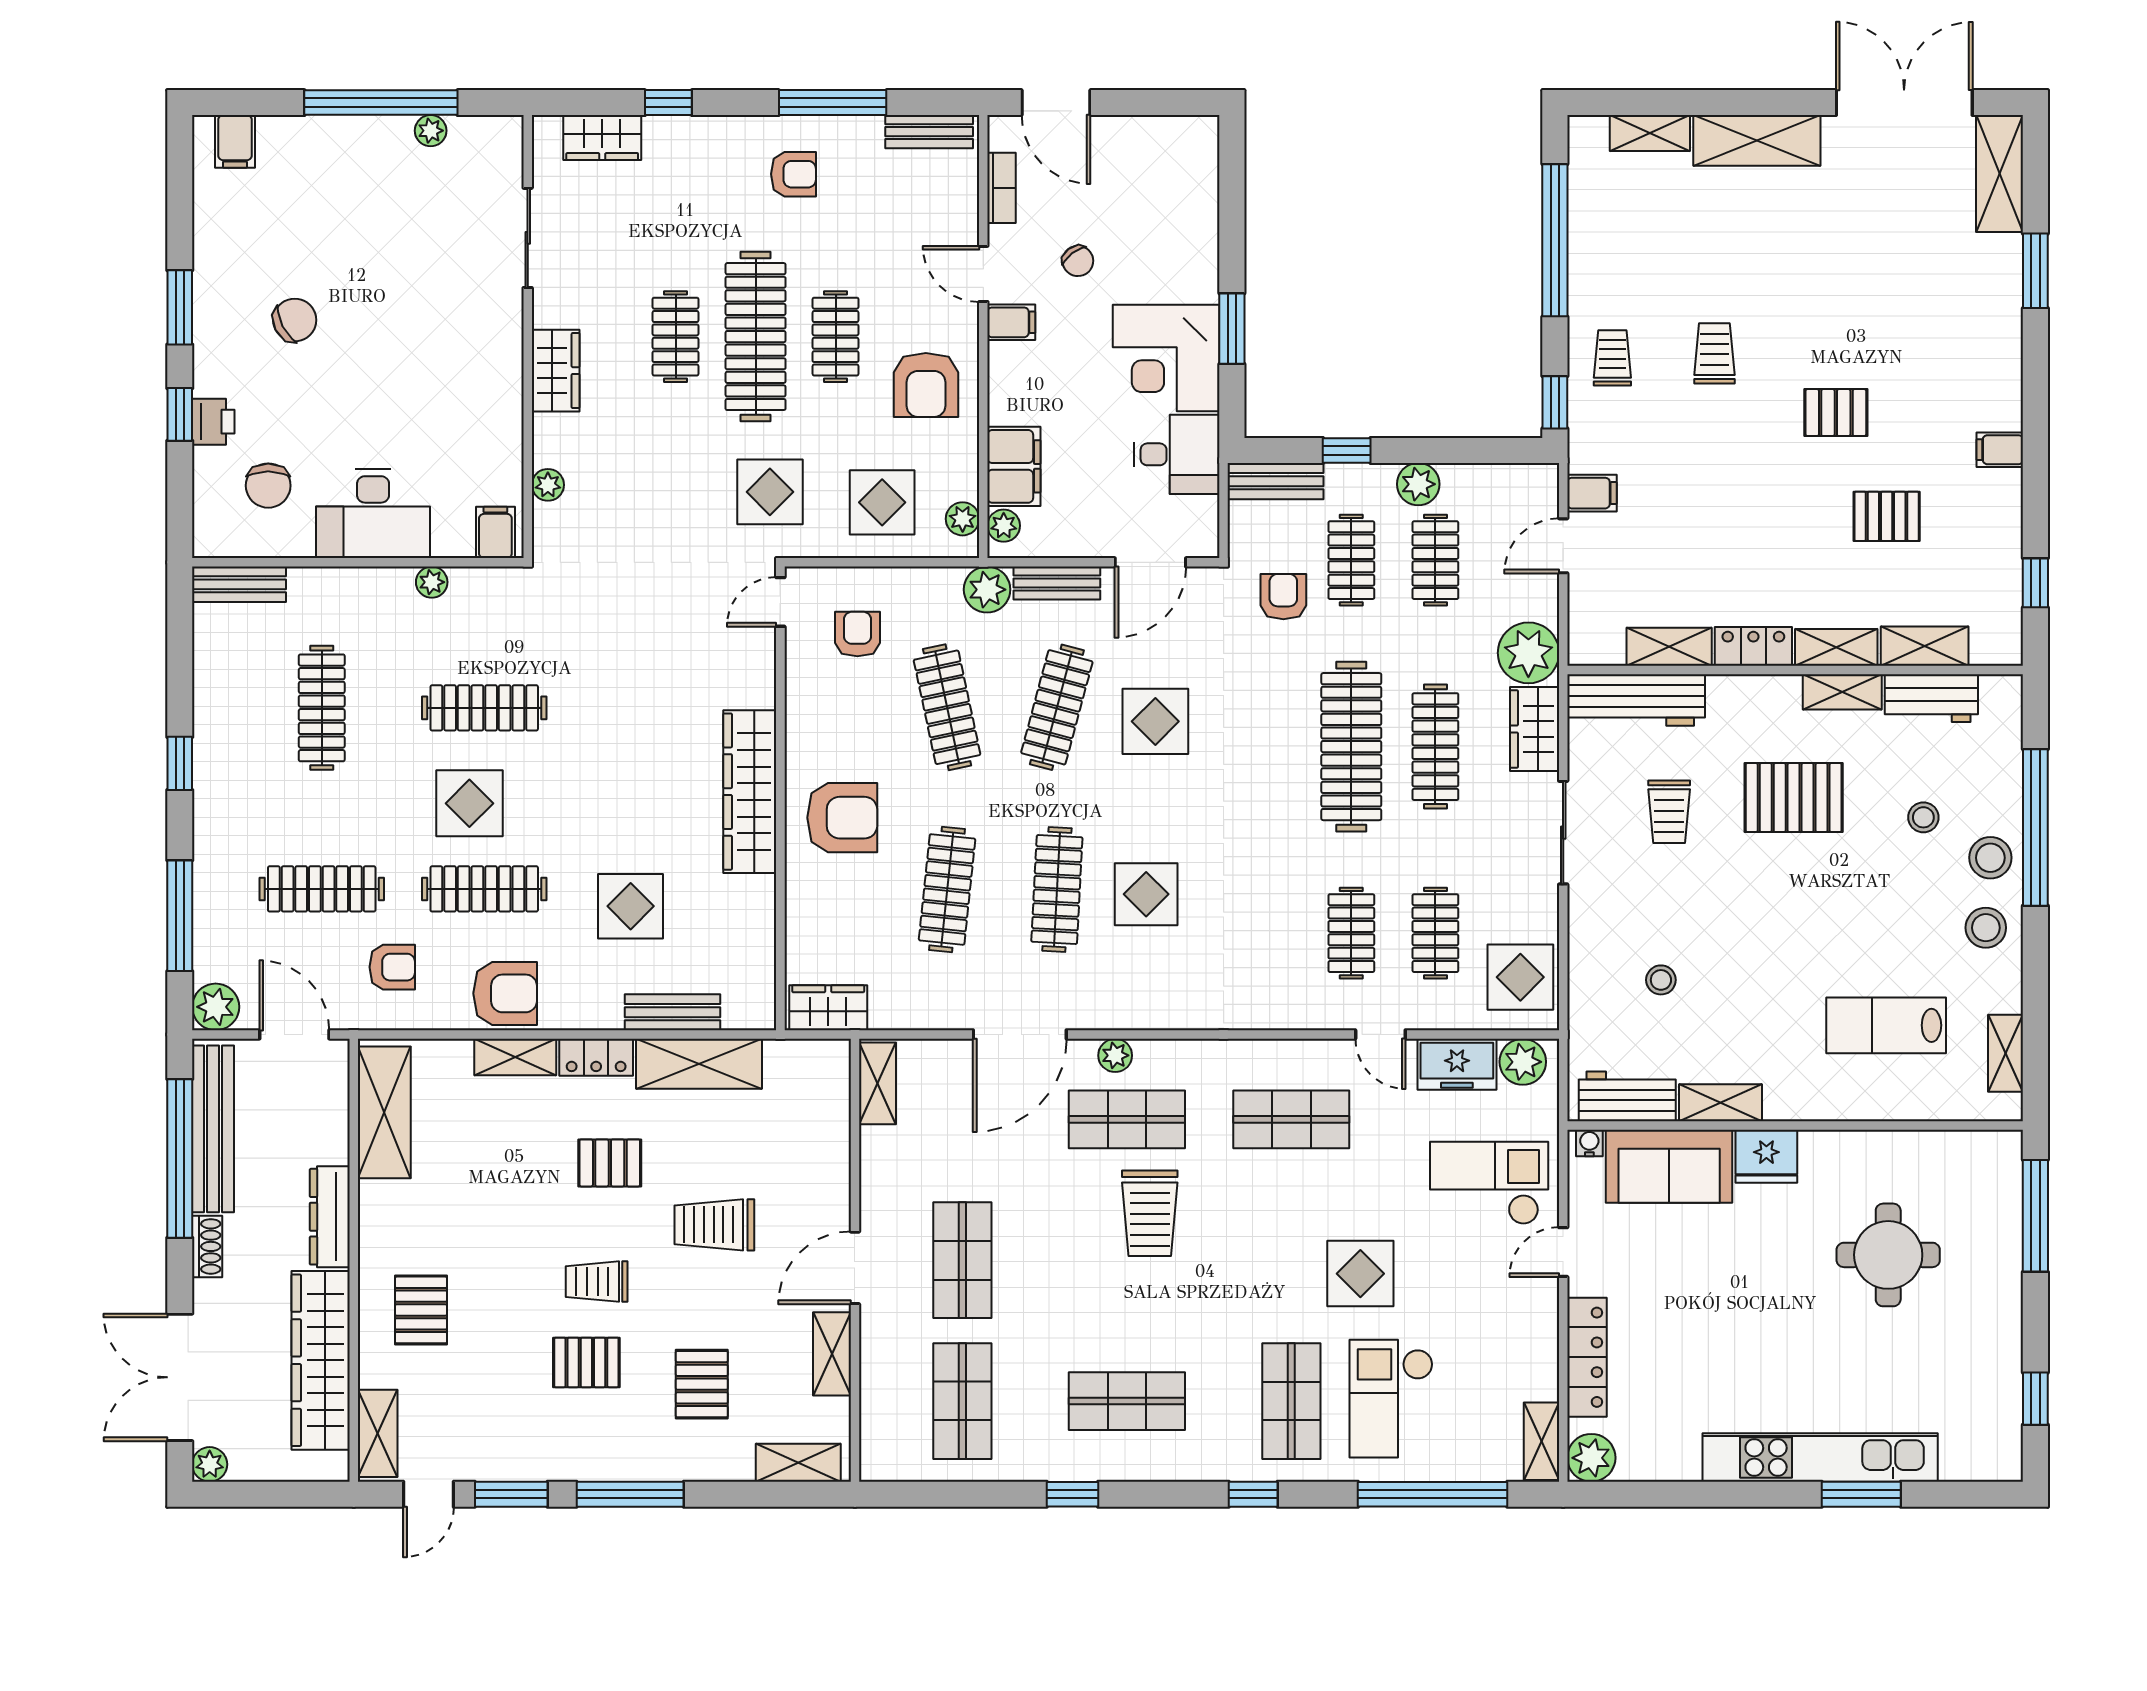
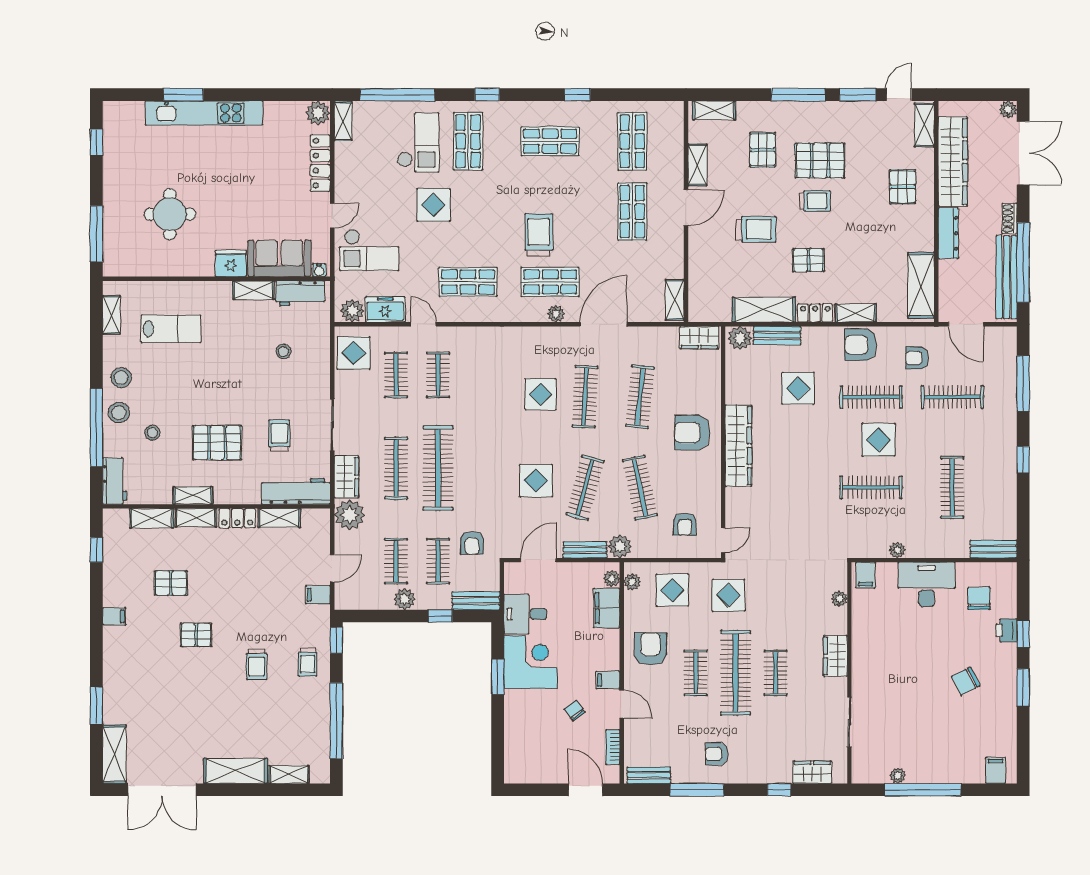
workbench: (1931, 698) -> (115, 481), moved, turned 90
plant: (216, 1007) -> (740, 338), moved
pallet: (586, 1362) -> (820, 160), width x1.50, depth x1.42

